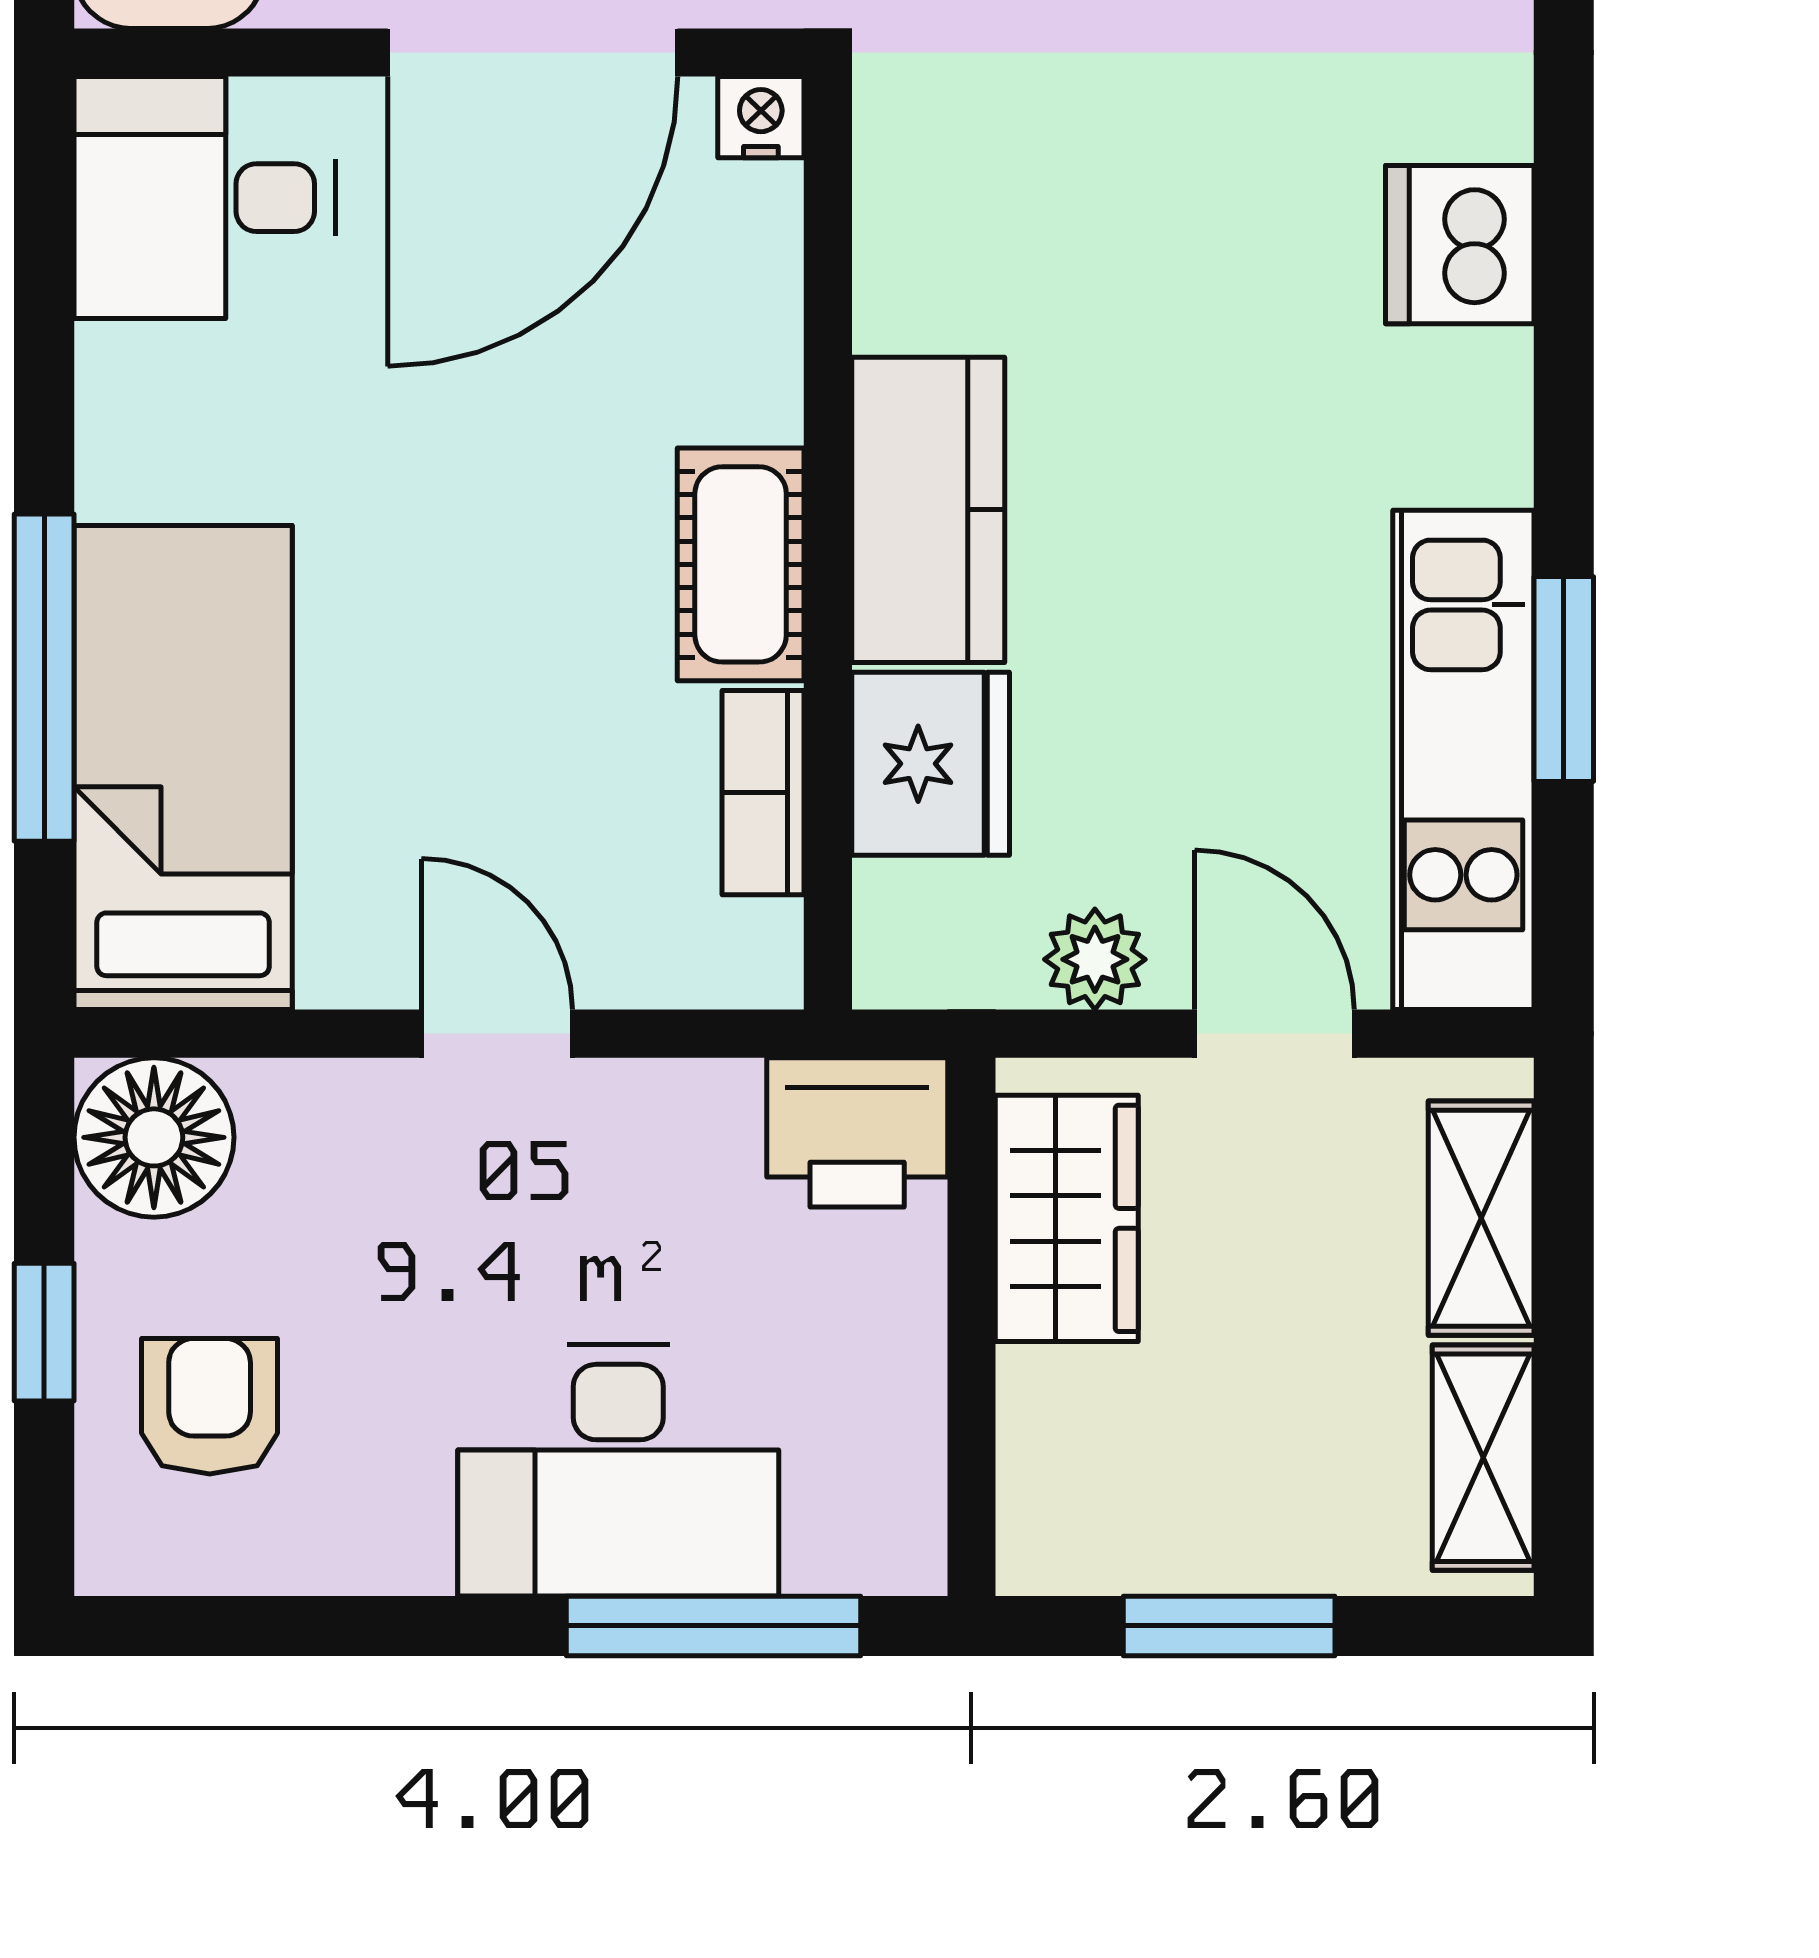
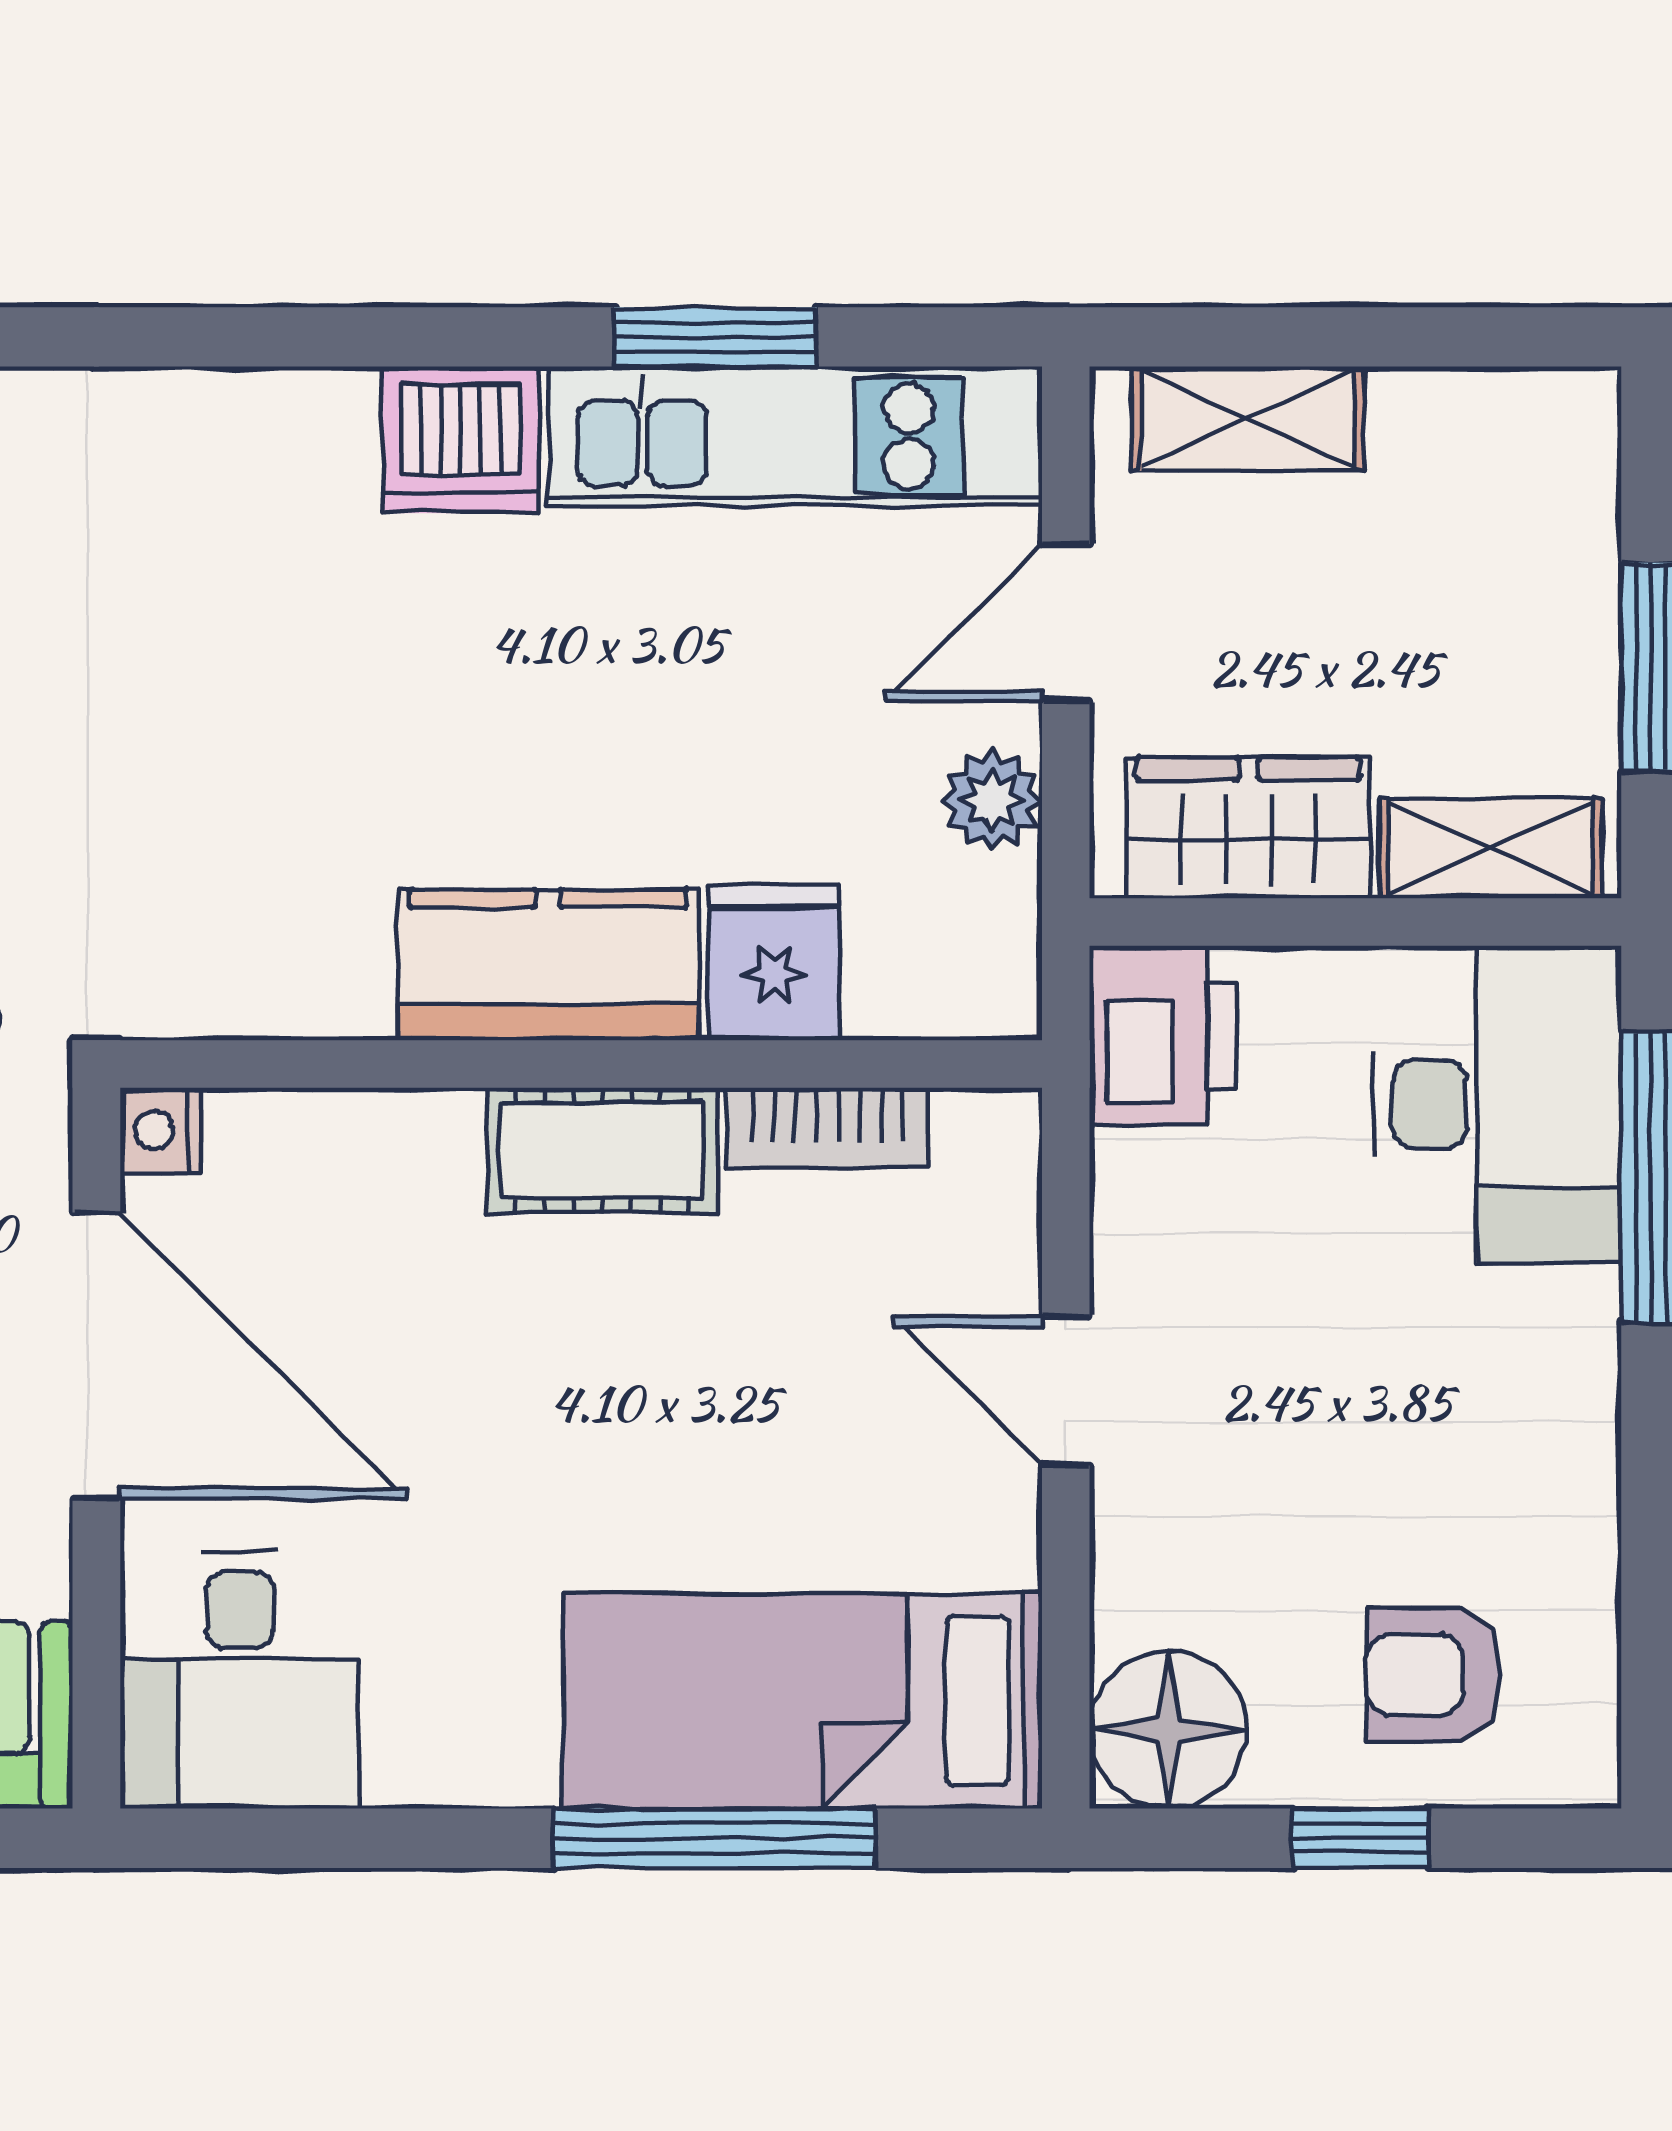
dishwasher: (1460, 245) -> (461, 440), moved
fridge: (931, 764) -> (774, 962), width x0.72
door: (497, 1034) -> (1066, 1391), hinge flipped
shelving: (1483, 1458) -> (1491, 848), moved
desk: (618, 1470) -> (1497, 1104), moved

